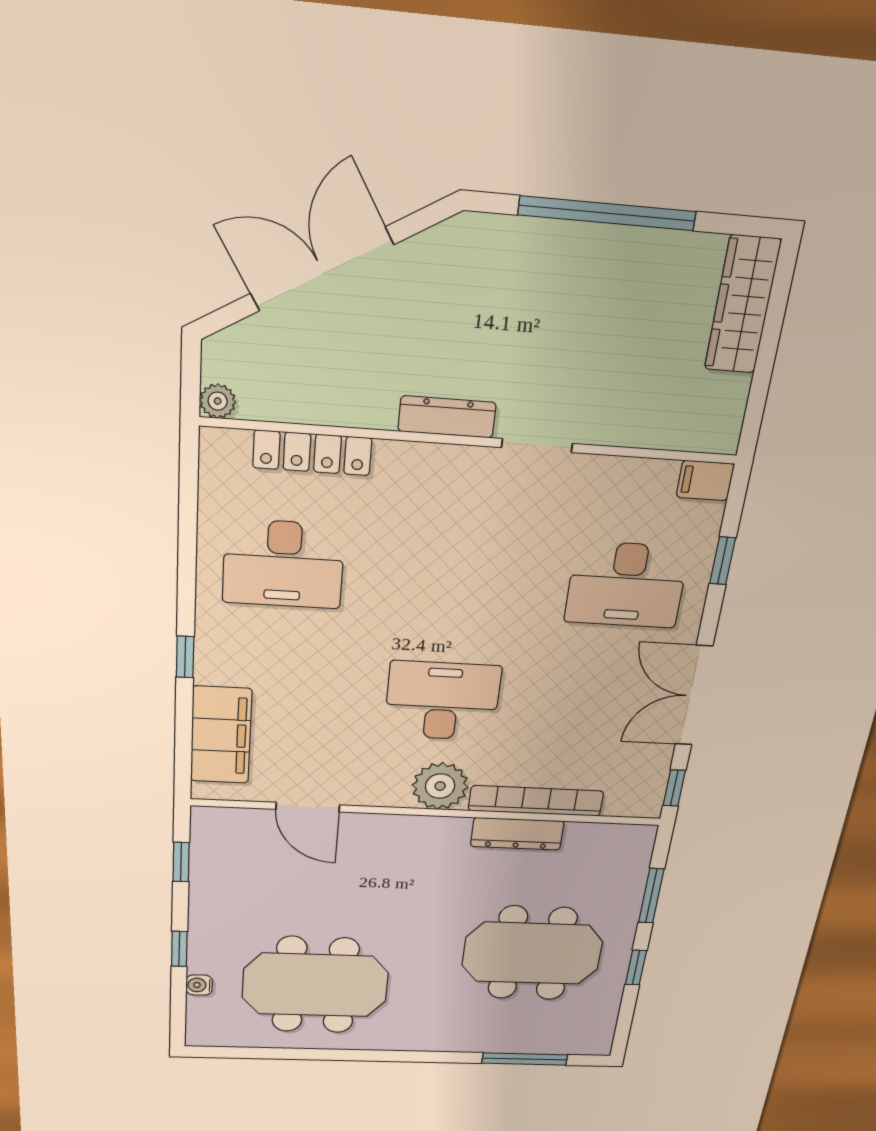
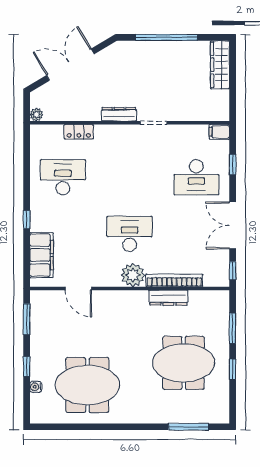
locker: (312, 453) -> (79, 132), width x0.66
desk: (283, 564) -> (63, 177), turned 180
window: (181, 862) -> (27, 319), width x1.50

